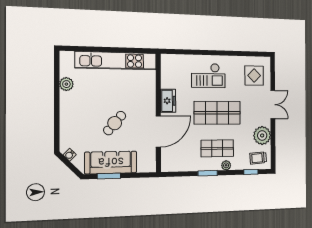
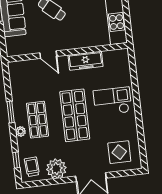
checkout: (208, 76) -> (112, 101), turned 90
freezer: (168, 101) -> (86, 61), width x1.40
door: (158, 131) -> (48, 55), width x0.53

